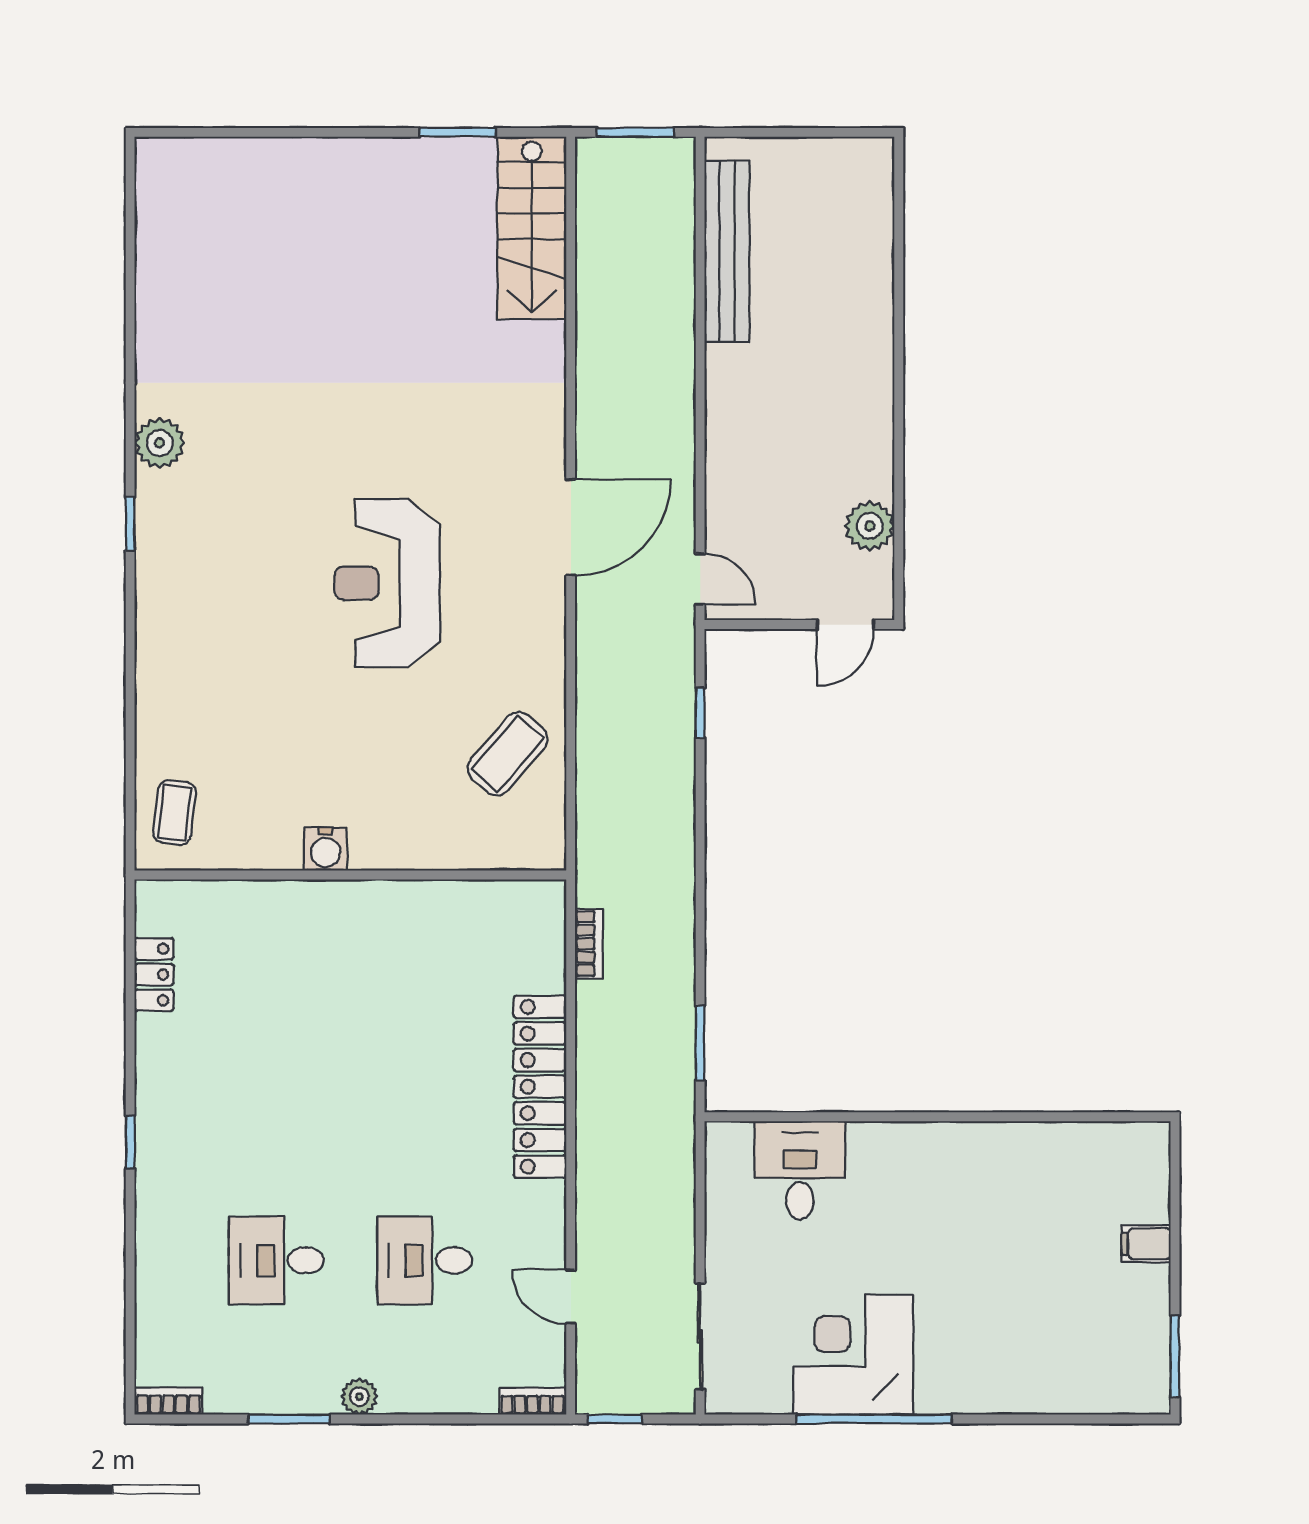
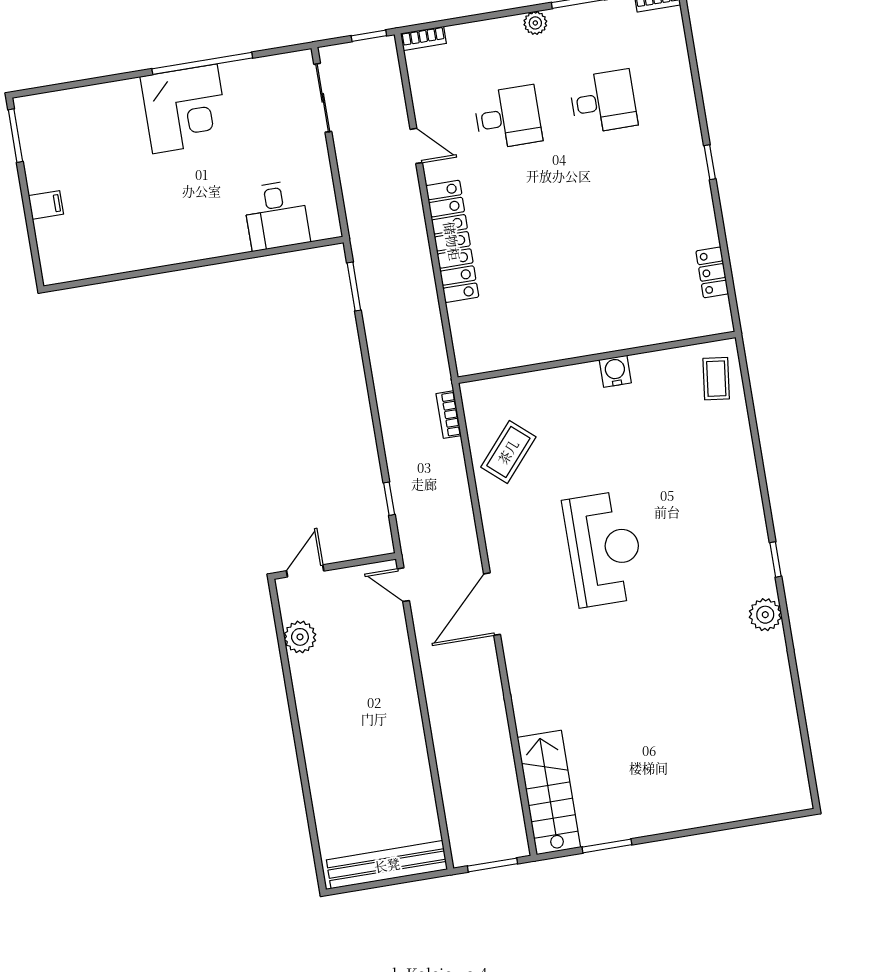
bench: (727, 251) -> (387, 865), moved, turned 90
bookcase: (589, 944) -> (449, 415), moved
door: (571, 1297) -> (416, 146), moved
corner desk: (853, 1355) -> (185, 109), moved

